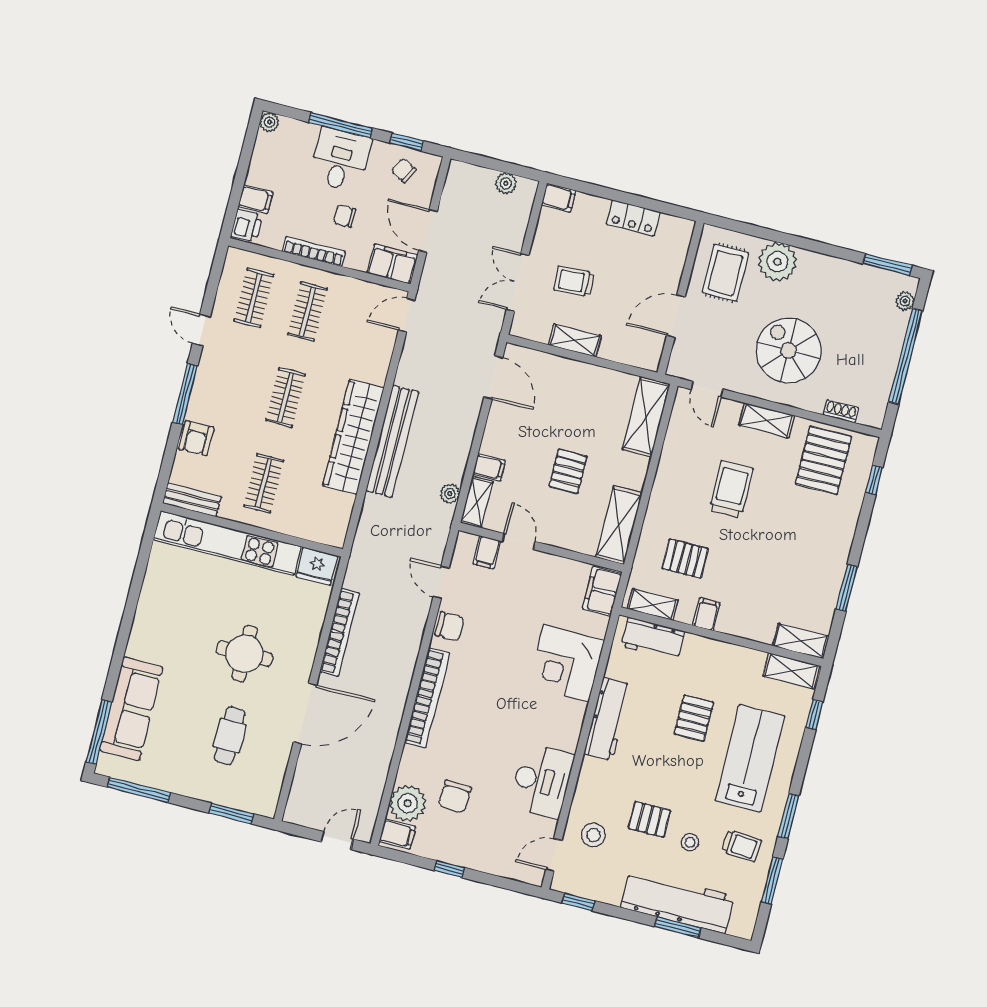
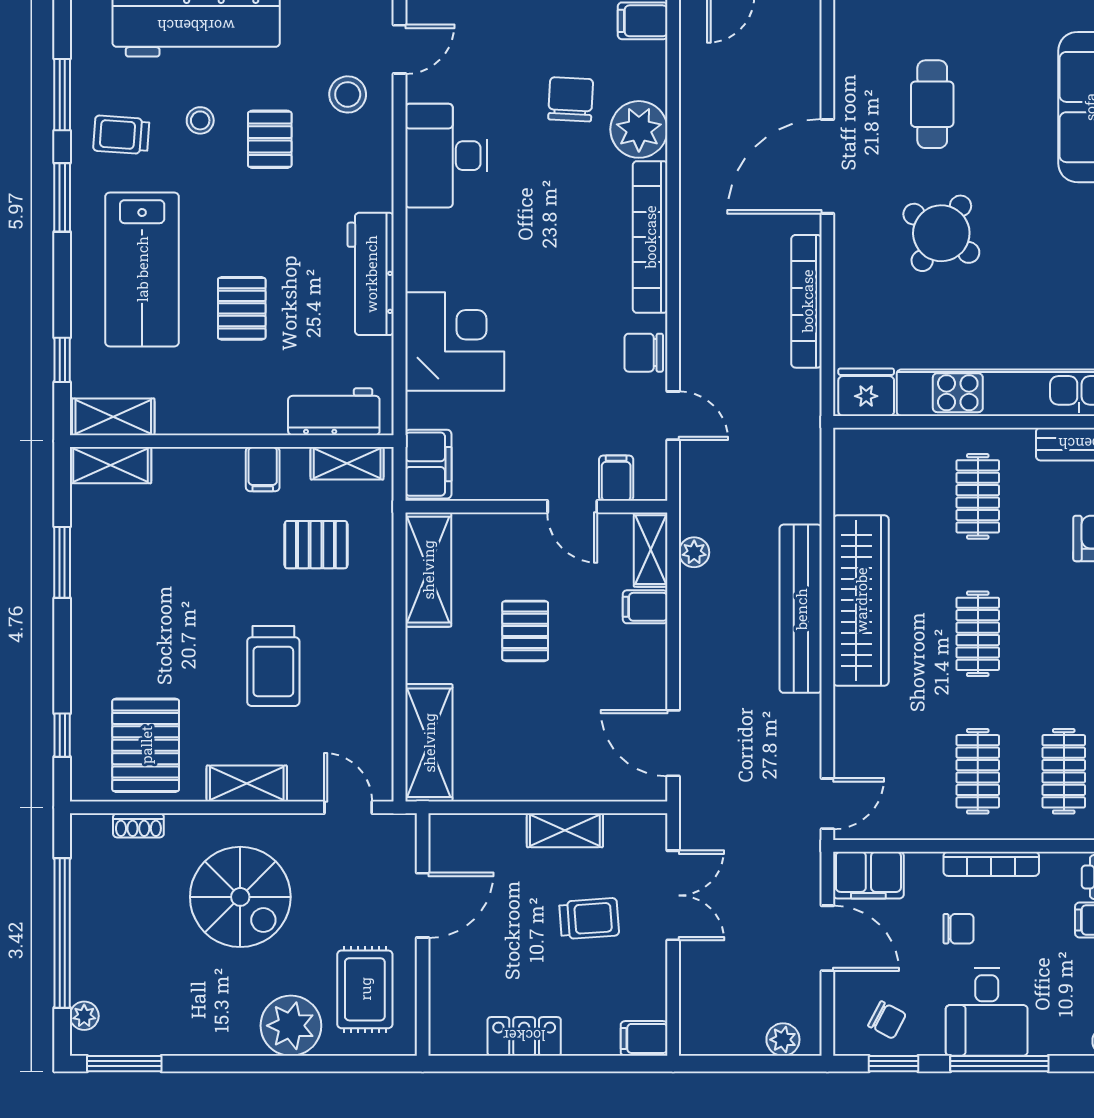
plant: (506, 183) -> (783, 1040), moved
round table: (244, 654) -> (941, 233), turned 35
plant: (408, 803) -> (639, 129), moved
pallet: (649, 819) -> (270, 139), turned 90

